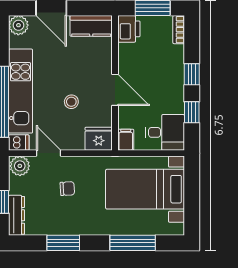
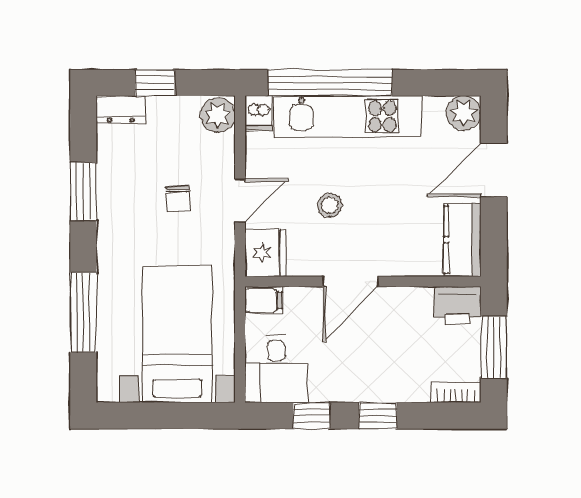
door: (49, 153) -> (240, 201), moved
dresser: (17, 215) -> (121, 109), width x0.70

